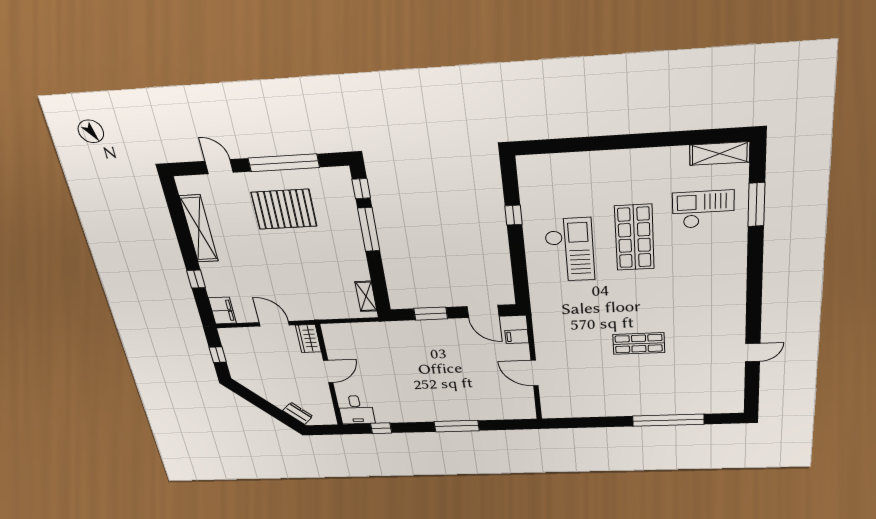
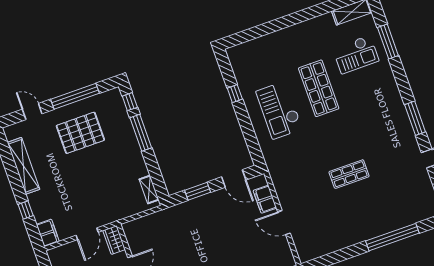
checkout: (703, 209) -> (356, 54), turned 180
checkout: (570, 250) -> (279, 110), turned 180
window: (754, 305) -> (415, 118), added
door: (274, 324) -> (87, 234), swing flipped
filing cabinet: (517, 337) -> (265, 199), width x2.00

